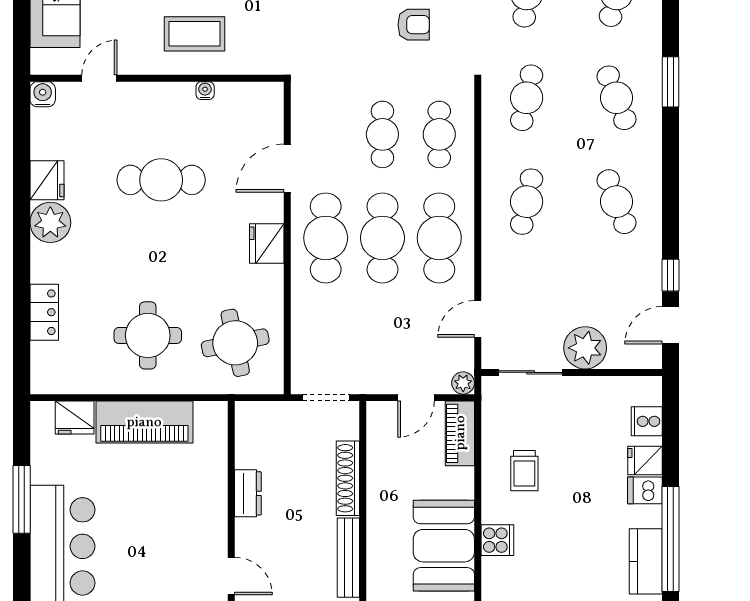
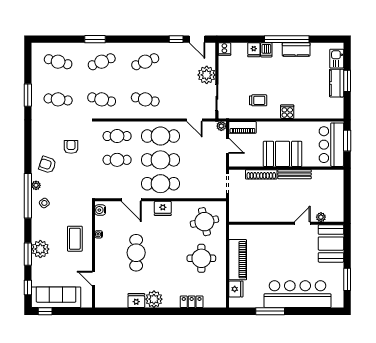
water cooler: (43, 94) -> (100, 210), moved
cooker: (647, 421) -> (224, 49), moved
dresser: (248, 493) -> (268, 216), removed
booth: (444, 546) -> (283, 154), moved

